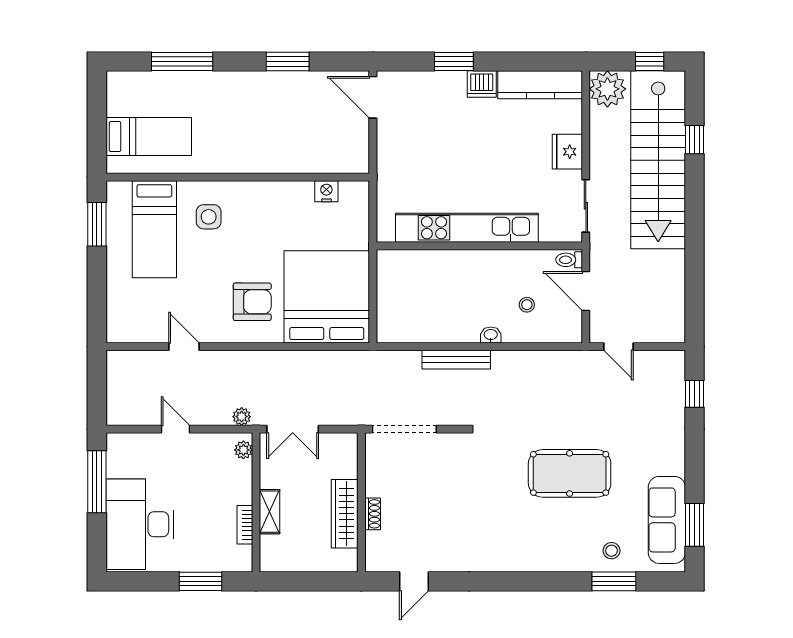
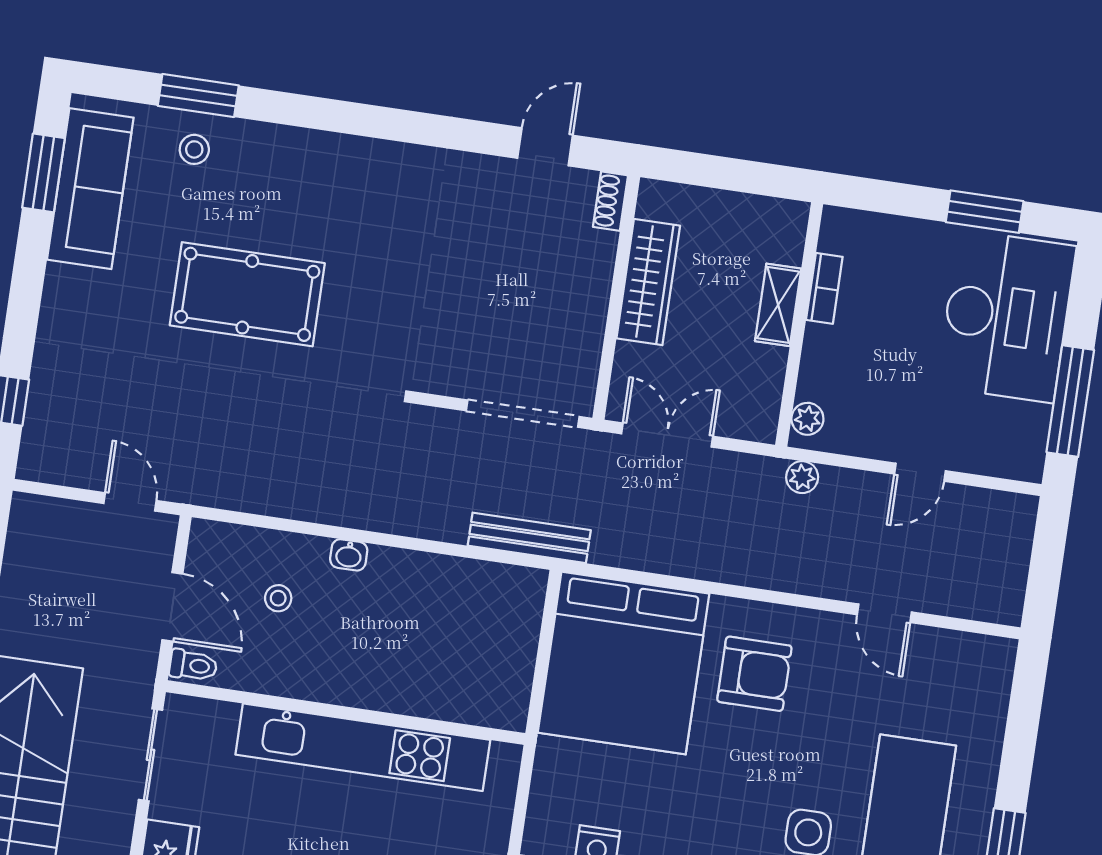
armchair: (252, 302) -> (754, 674), turned 180
bench: (456, 360) -> (529, 538), moved
door: (176, 429) -> (920, 472), hinge flipped
double door: (293, 429) -> (667, 435), moved
shoe rack: (373, 514) -> (611, 201), moved
window: (200, 581) -> (985, 212), moved

